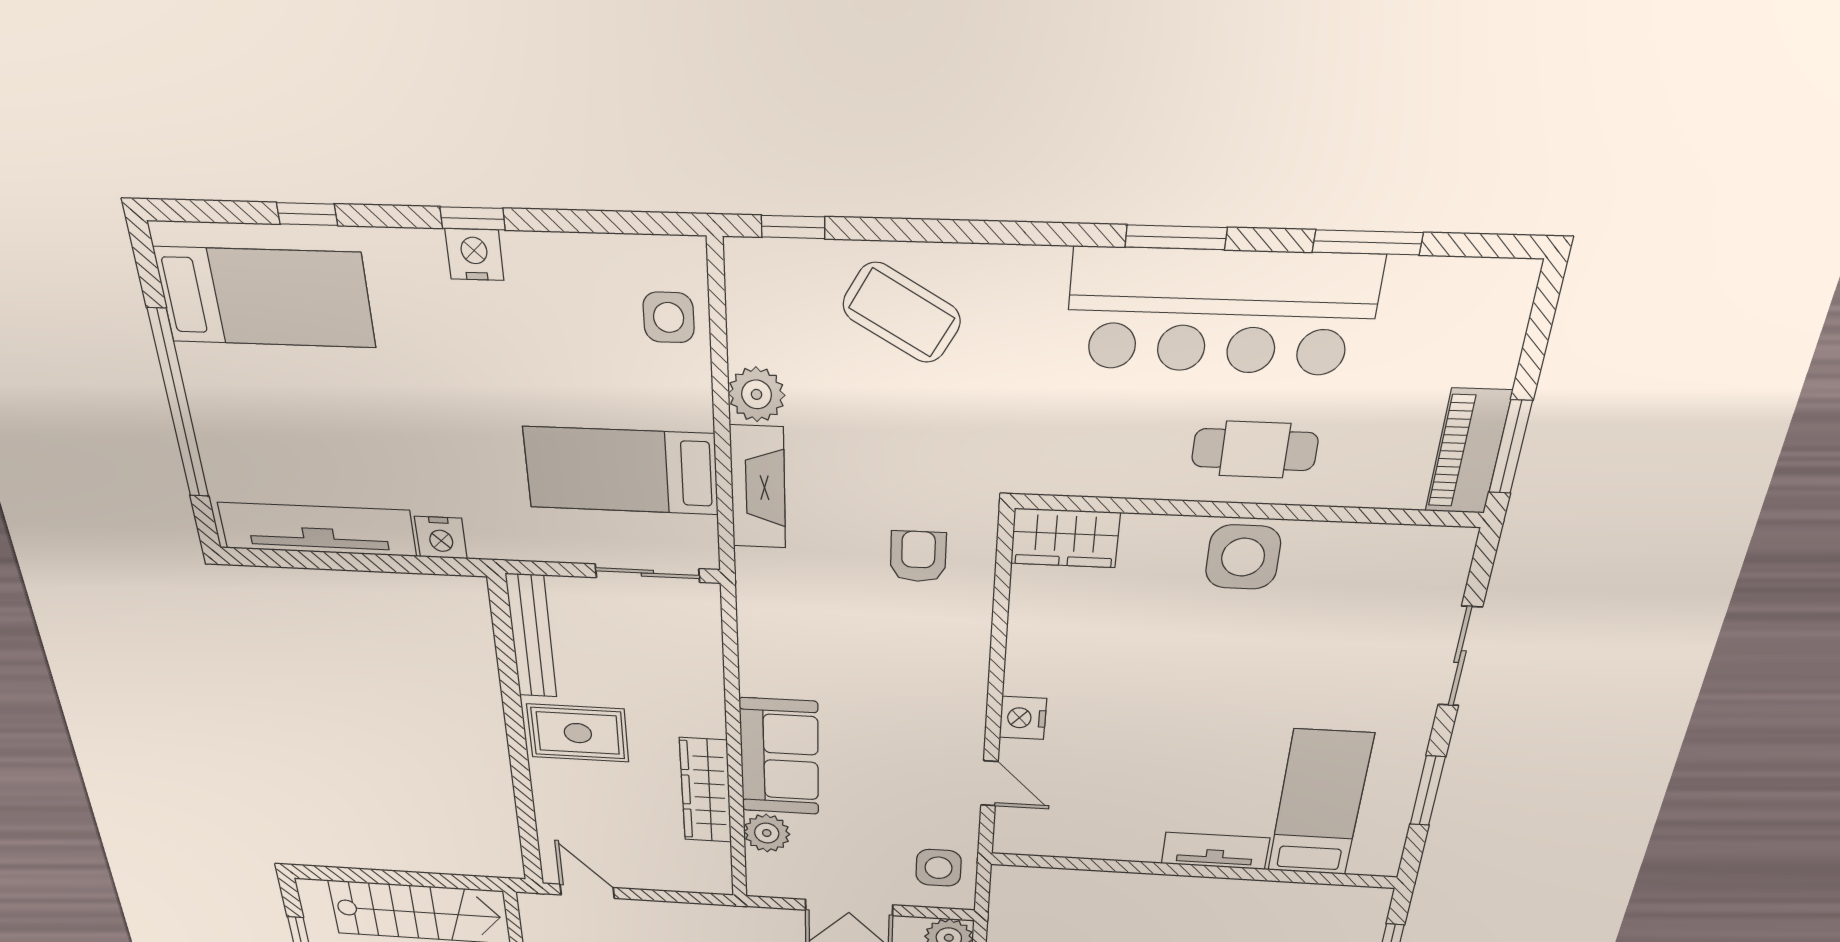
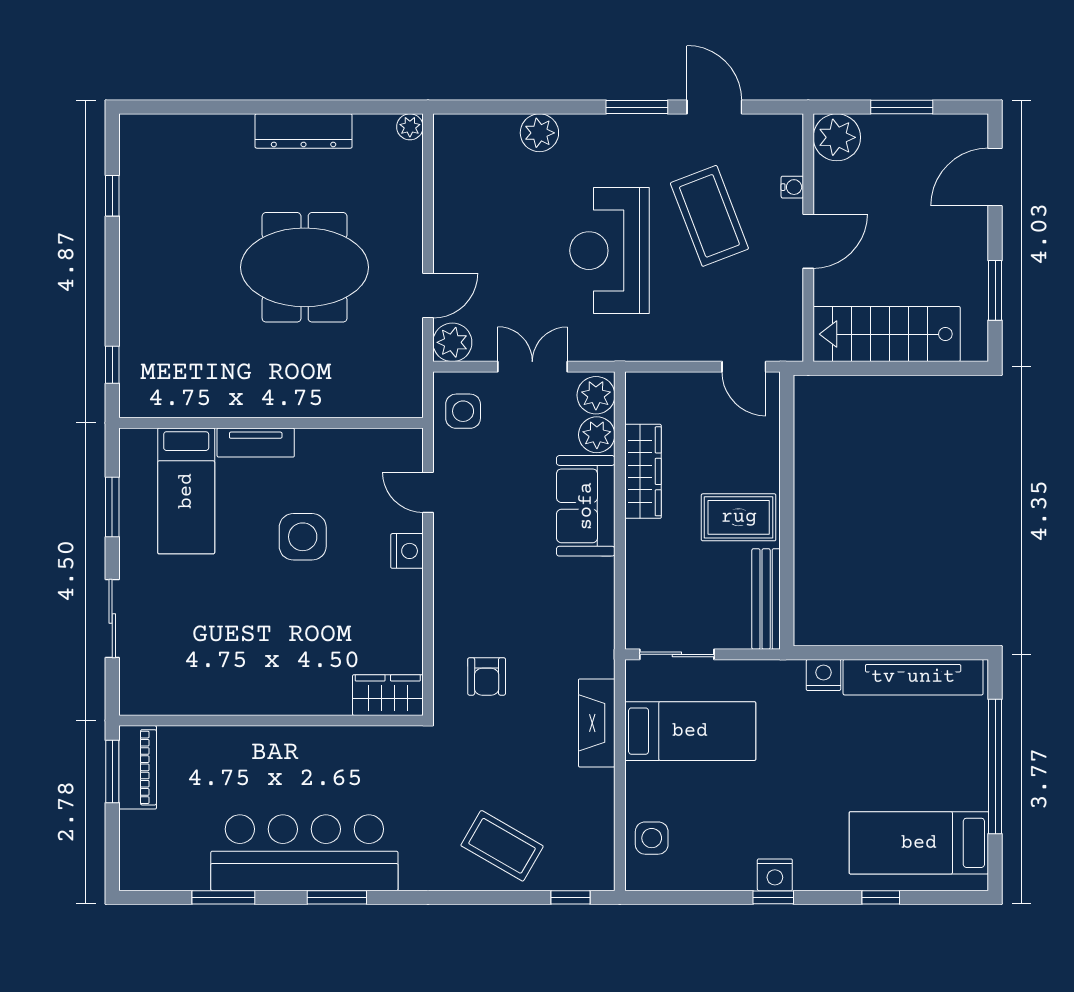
plant: (757, 394) -> (596, 395), moved
cafe table: (1255, 450) -> (271, 763), removed
side table: (1243, 557) -> (303, 537), moved

